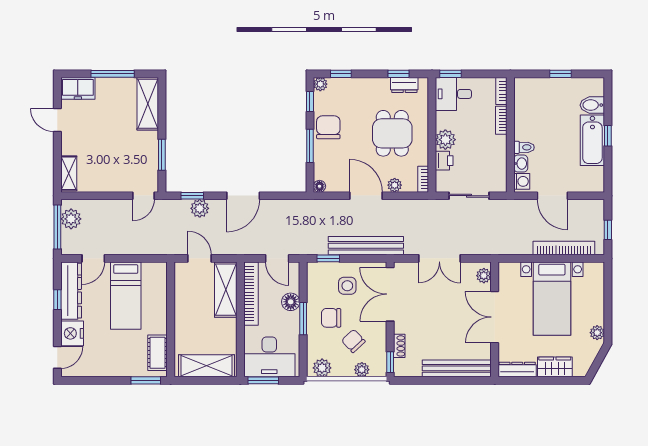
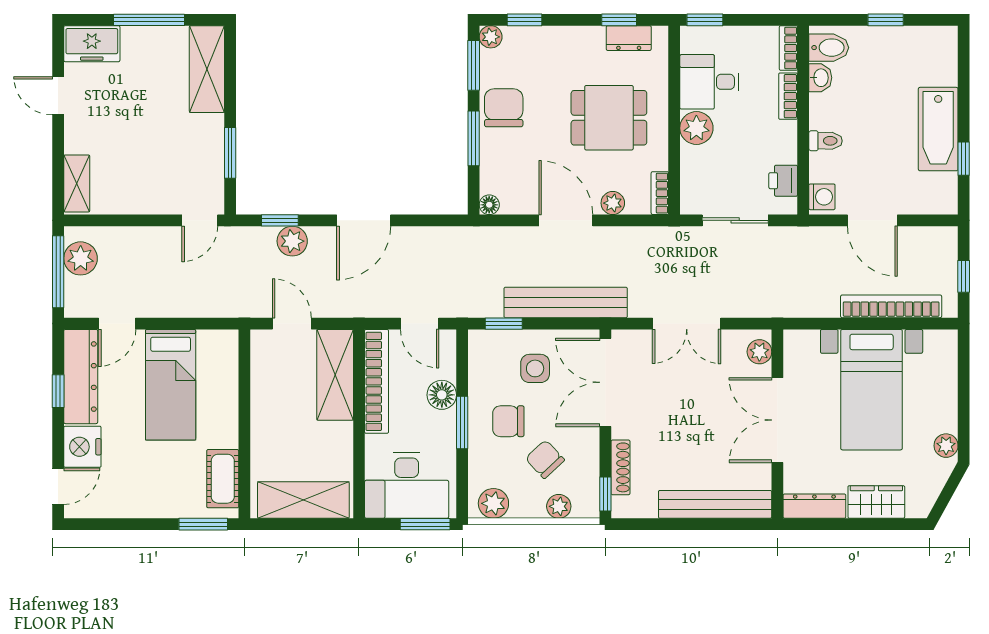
desk: (453, 94) -> (709, 82), moved
window: (310, 102) -> (474, 65), width x1.50
bidet: (592, 105) -> (829, 48), moved, turned 180
dining table: (392, 133) -> (609, 118), turned 90
window: (608, 136) -> (964, 159), moved
printer: (444, 161) -> (783, 181), moved, turned 180
washbasin: (521, 164) -> (820, 78), moved
shoe rack: (399, 346) -> (621, 467), width x1.43
window: (263, 380) -> (425, 524), moved

